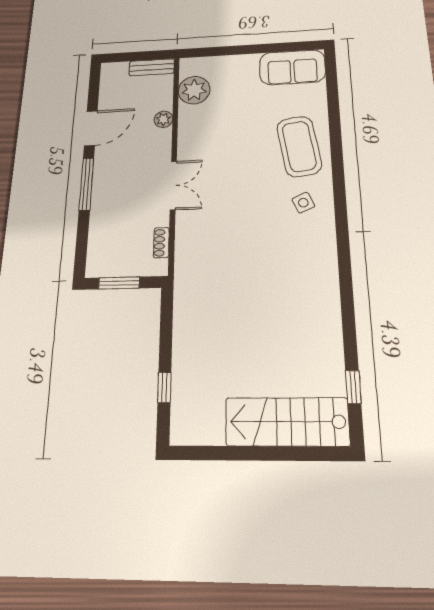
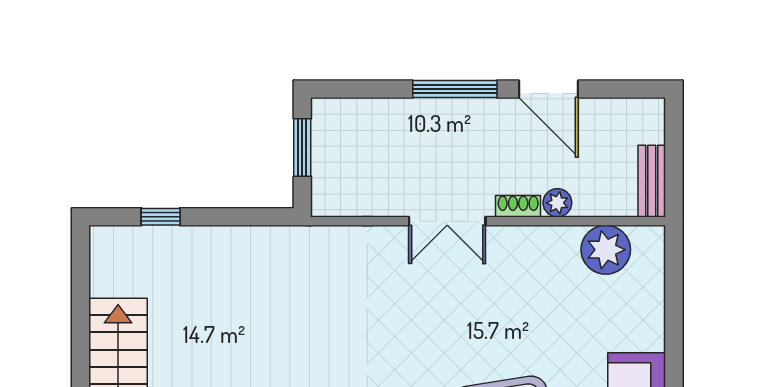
shoe rack: (161, 243) -> (518, 206), moved

